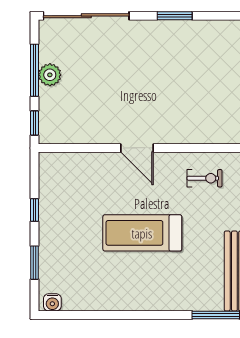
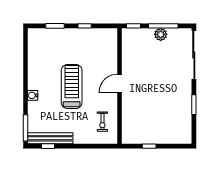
water cooler: (52, 302) -> (33, 95), moved

